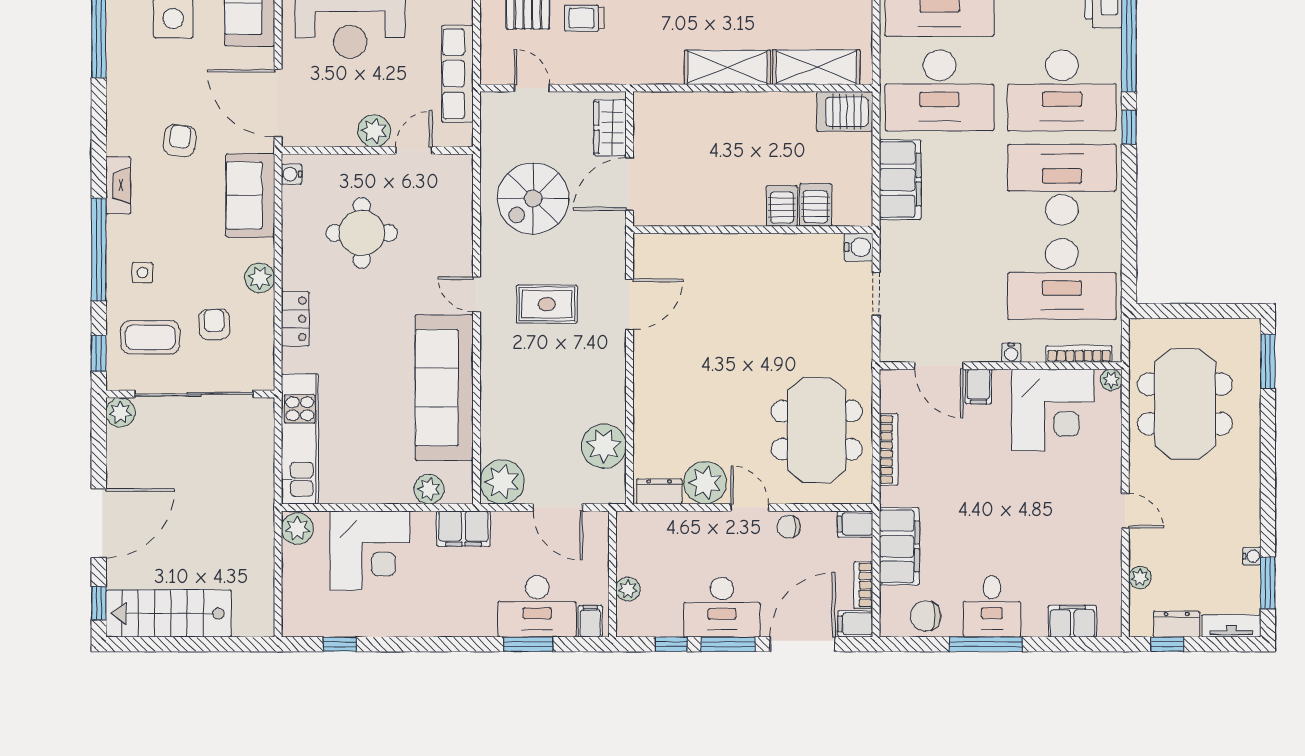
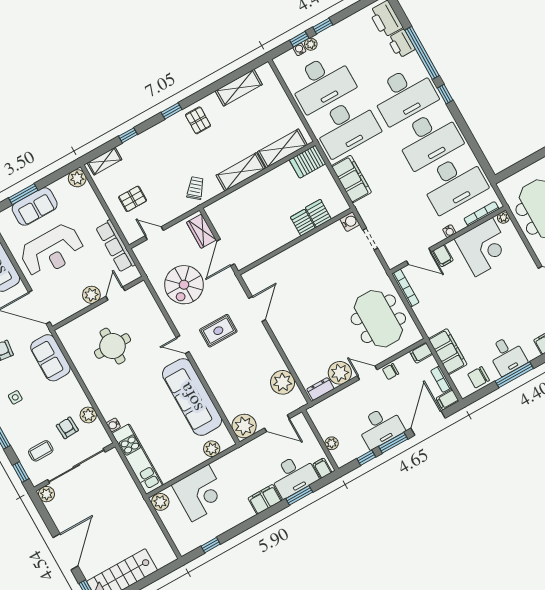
trolley: (584, 18) -> (196, 188), moved, turned 130
water cooler: (292, 174) -> (113, 425), moved
desk: (1062, 185) -> (429, 139), turned 180
side table: (142, 273) -> (15, 397), moved
plant: (260, 278) -> (88, 415), moved
locker: (295, 319) -> (104, 404), removed
coffee table: (150, 337) -> (41, 451), width x0.73, depth x0.77
bookcase: (889, 449) -> (405, 288), moved
filing cabinet: (463, 529) -> (265, 499), moved, turned 180

